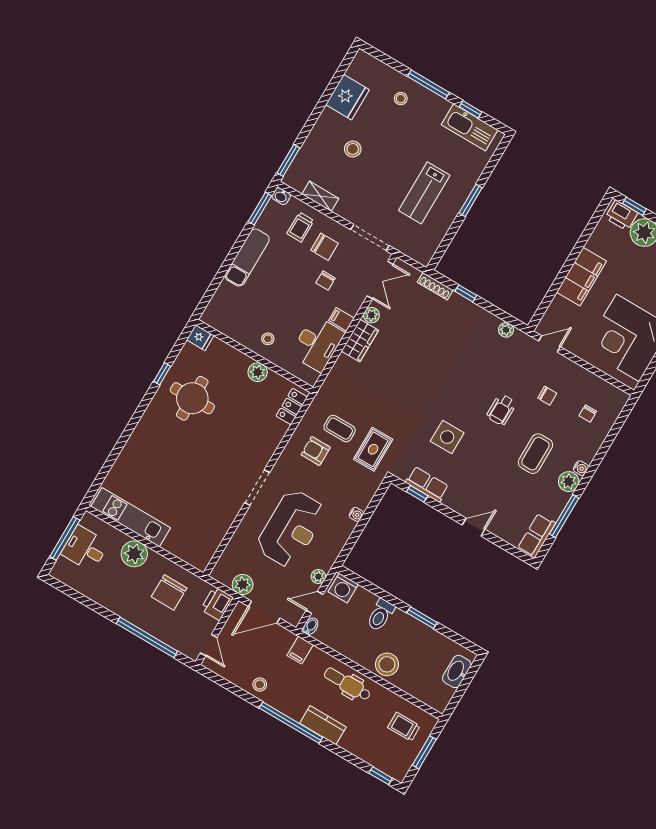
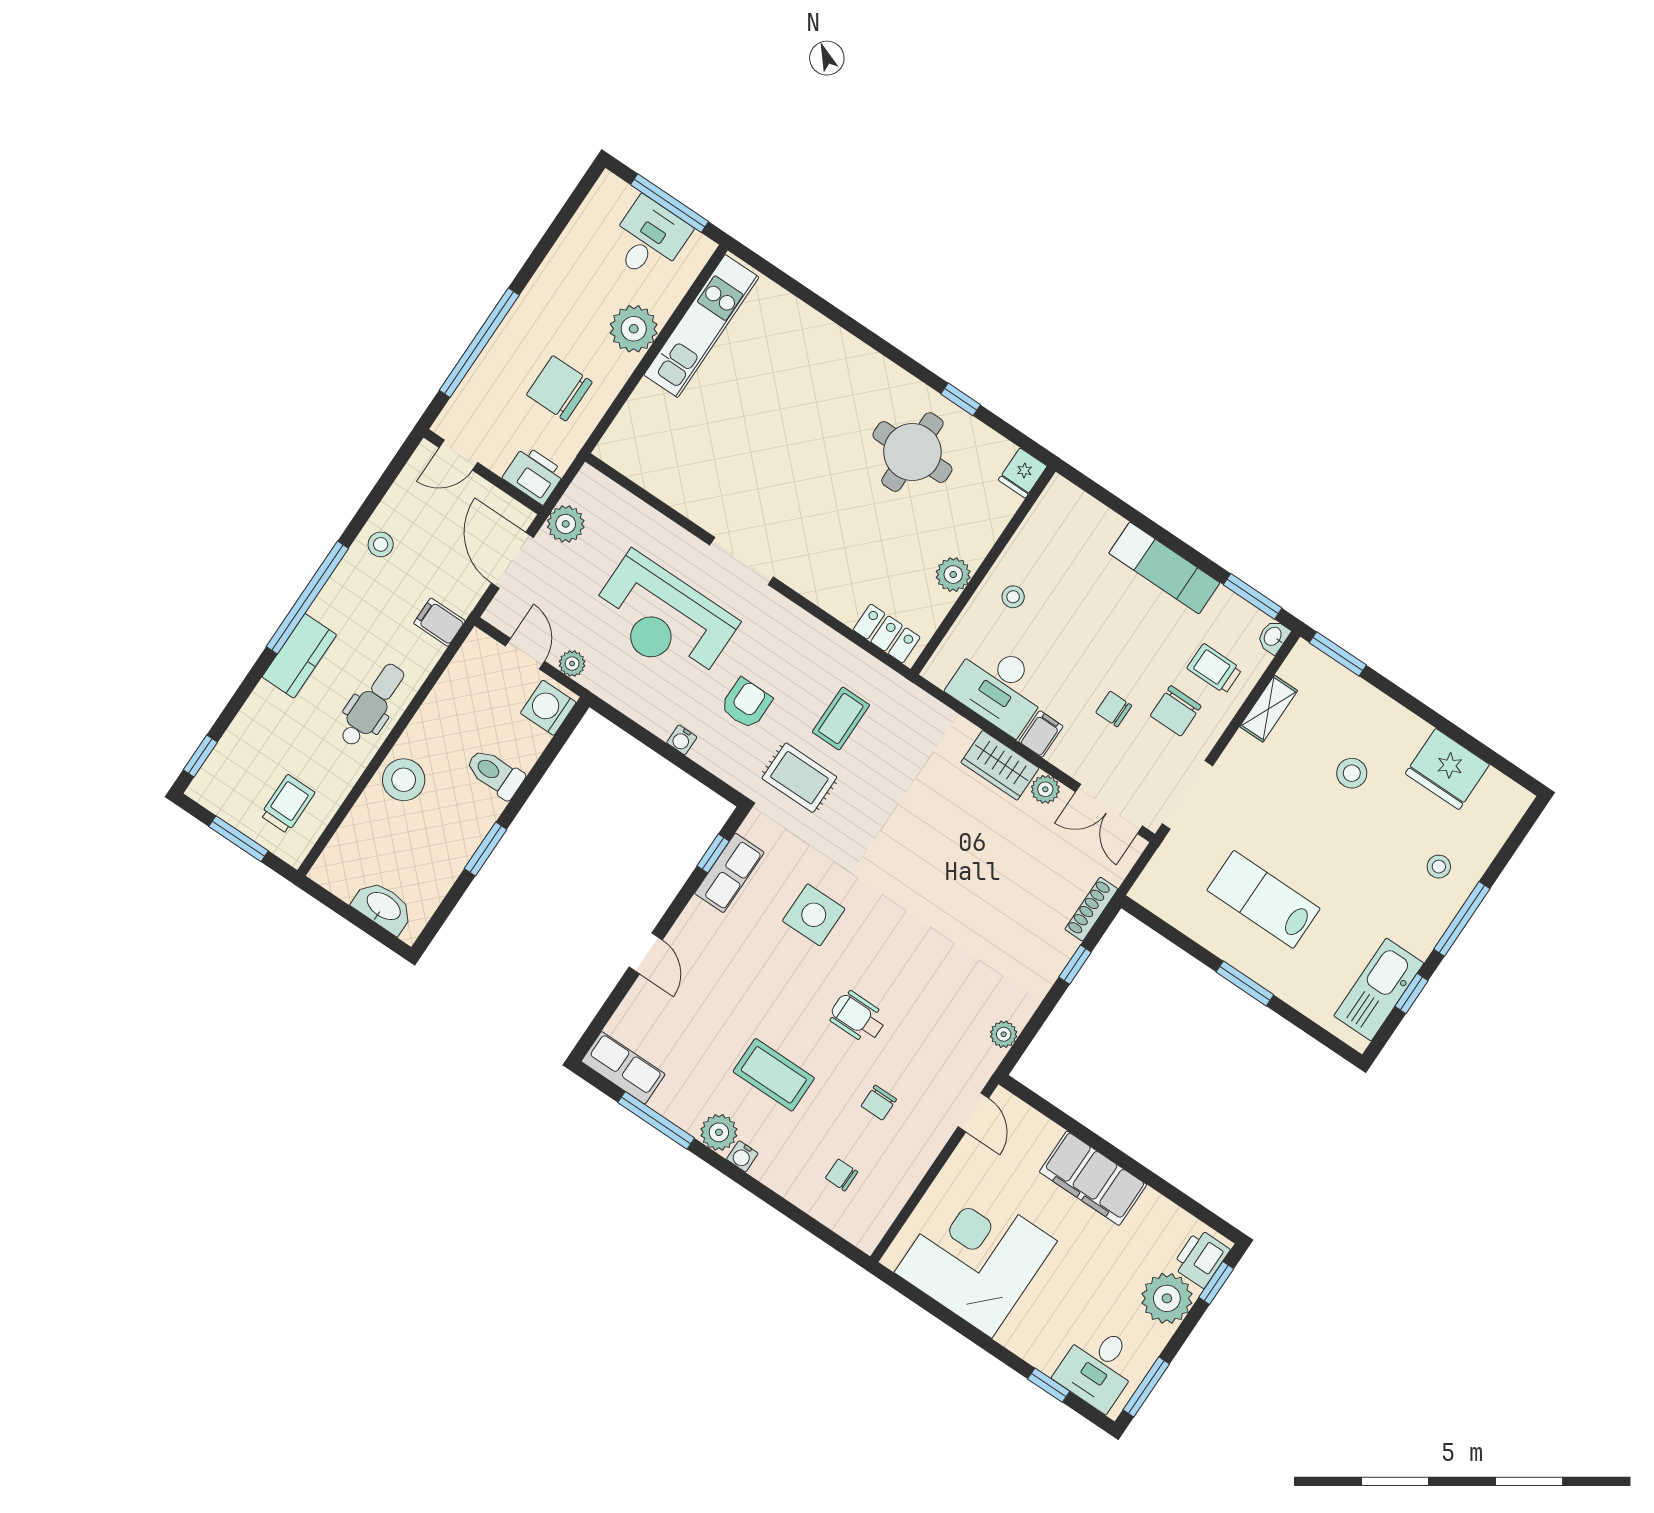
armchair: (316, 451) -> (746, 704), moved
bidet: (311, 626) -> (482, 644), removed

